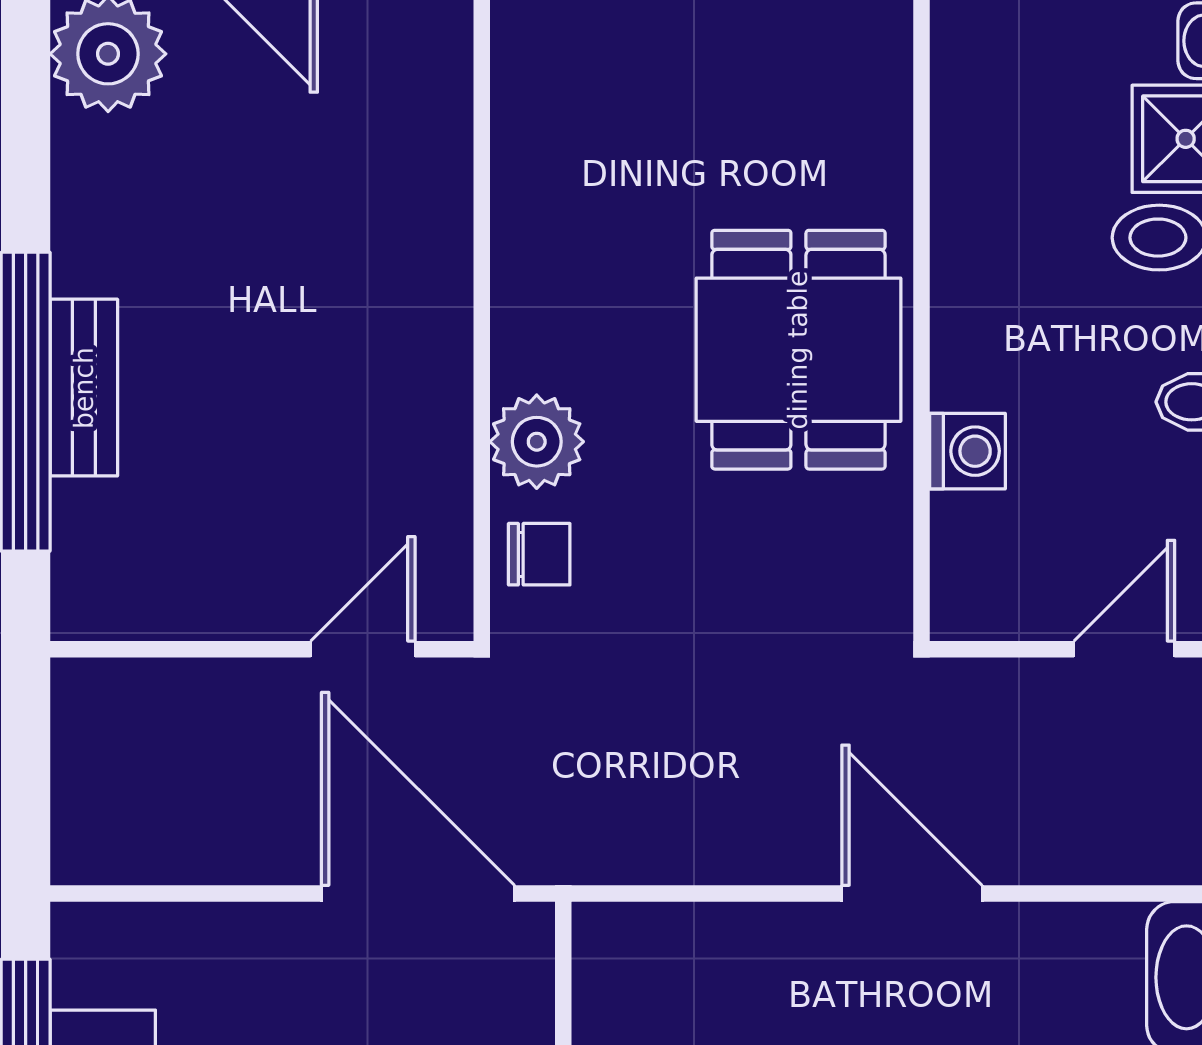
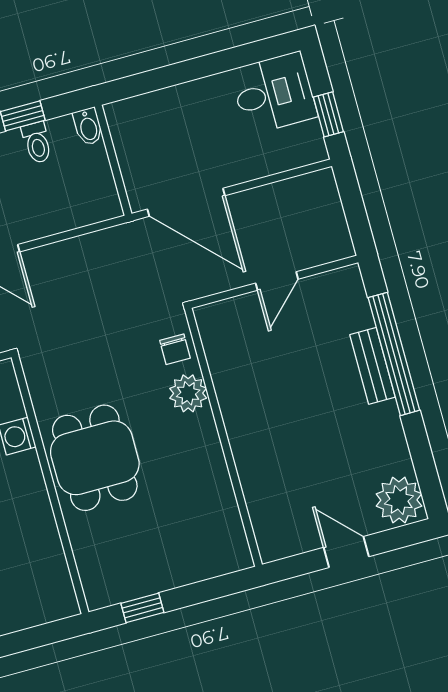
chair: (539, 554) -> (175, 349), turned -90
door: (363, 649) -> (277, 281), moved

